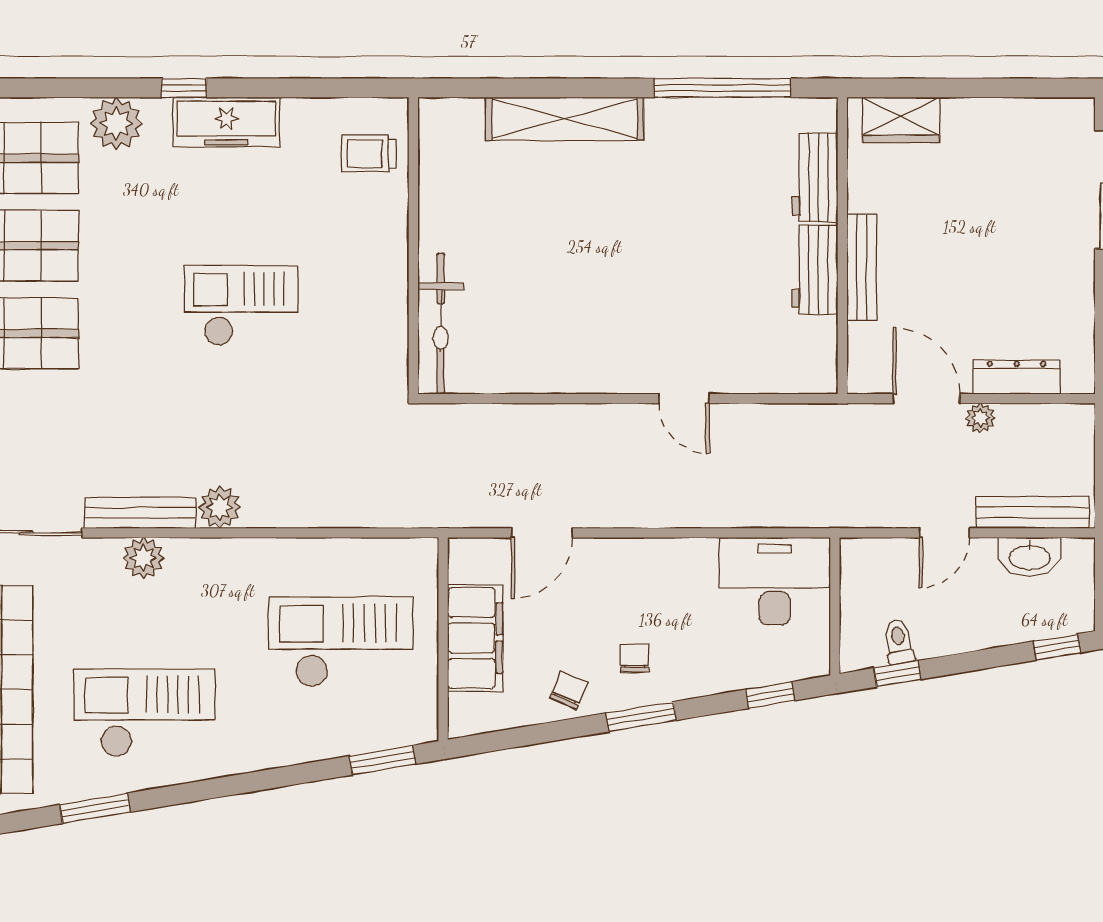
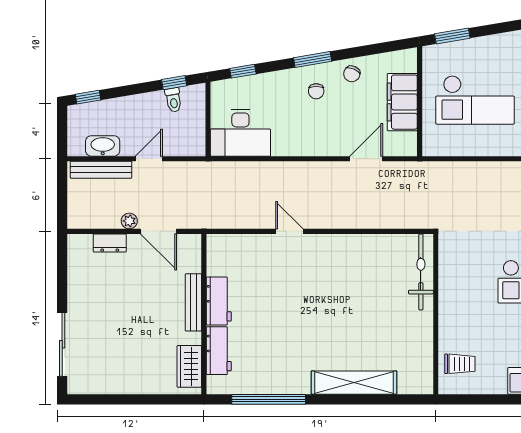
wardrobe: (901, 120) -> (189, 366), moved, turned -90
dresser: (1016, 377) -> (110, 243), width x0.70

